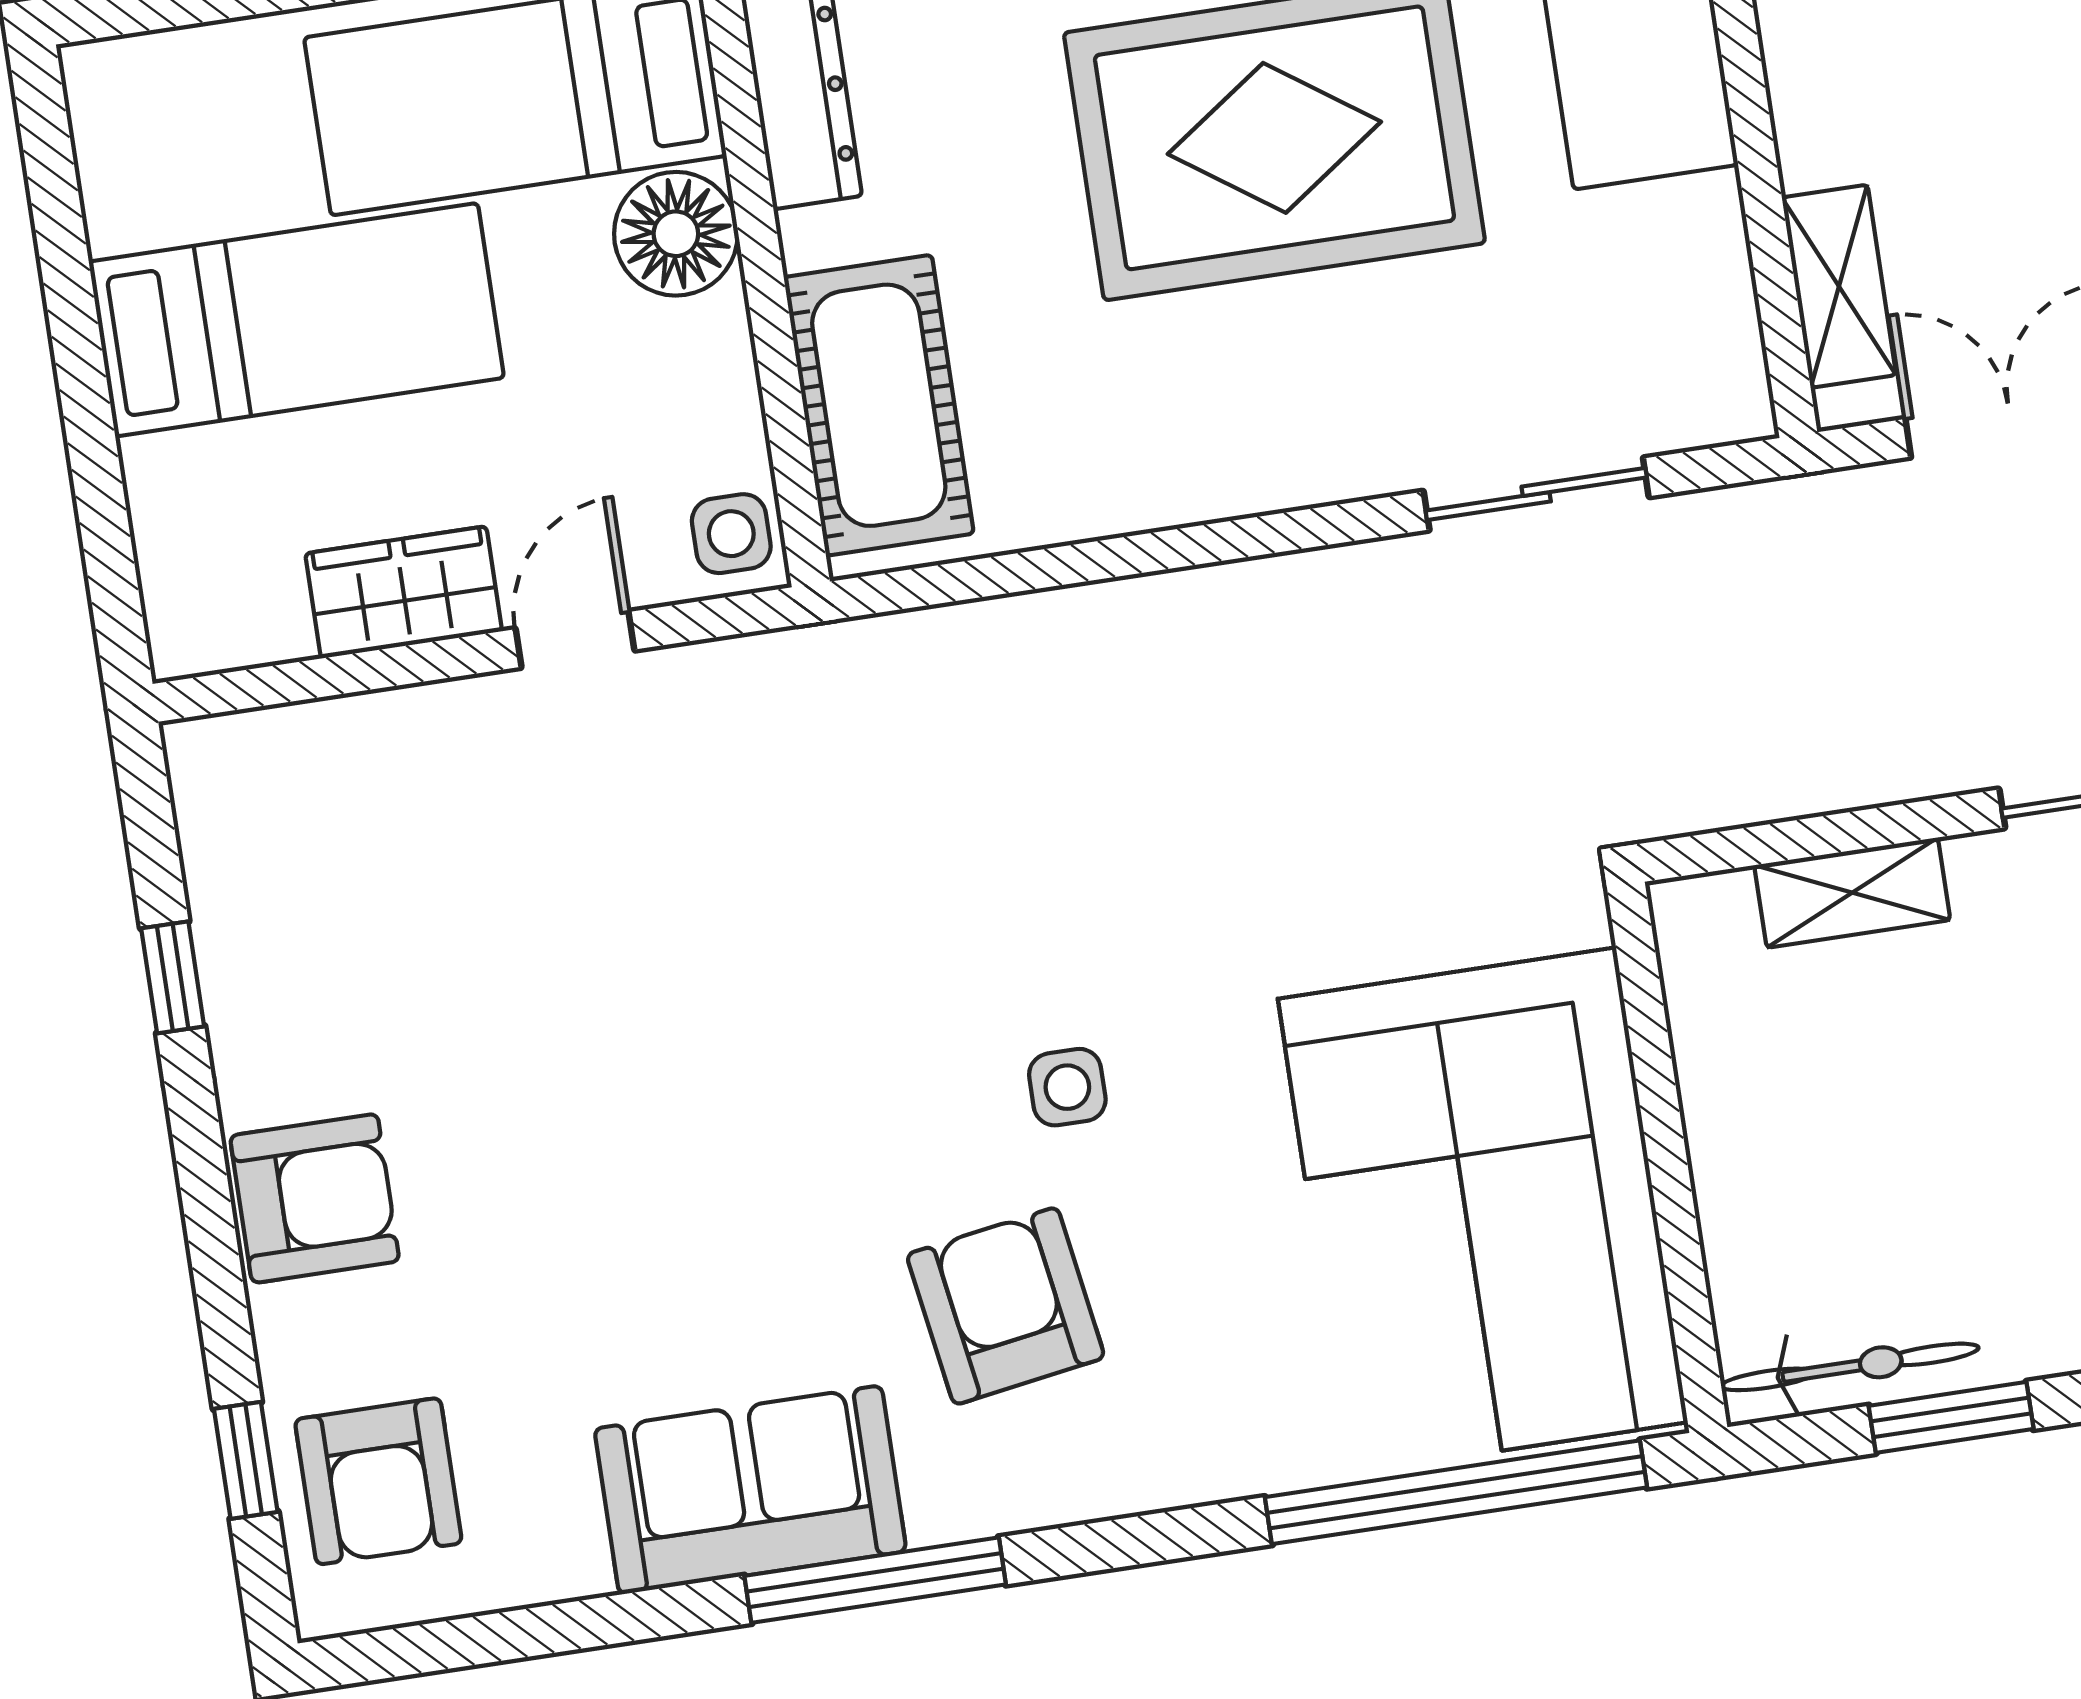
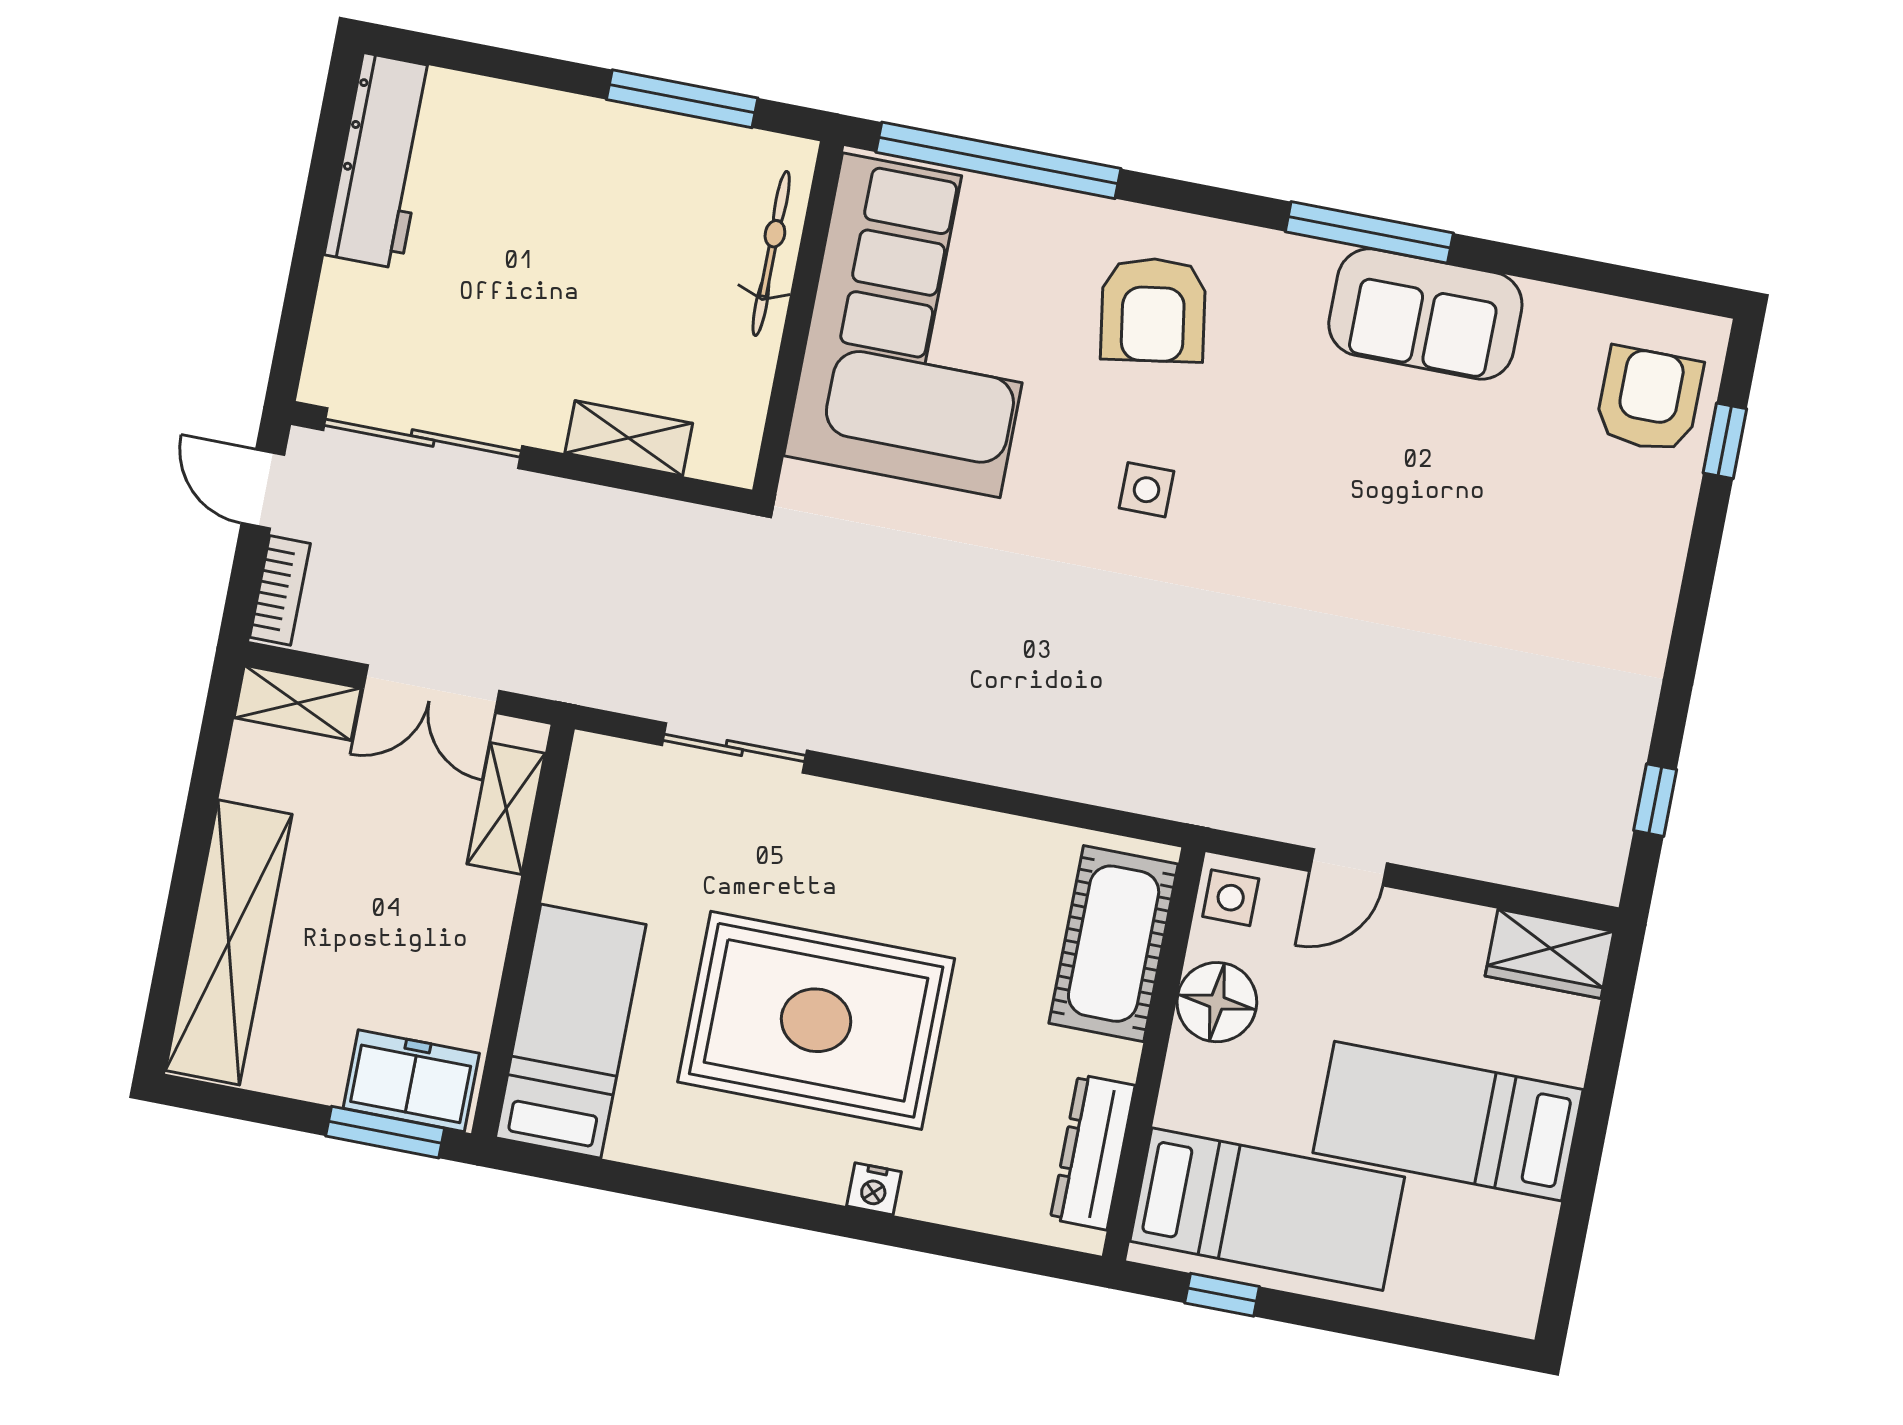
floor lamp: (676, 234) -> (1217, 1002), moved
wardrobe: (404, 592) -> (1550, 954), moved
window: (173, 977) -> (1655, 800), moved
armchair: (315, 1198) -> (1627, 585), removed
armchair: (1006, 1306) -> (1153, 310), moved
bicycle: (1850, 1367) -> (771, 253), moved, turned 90
window: (1951, 1417) -> (682, 99), width x1.44

